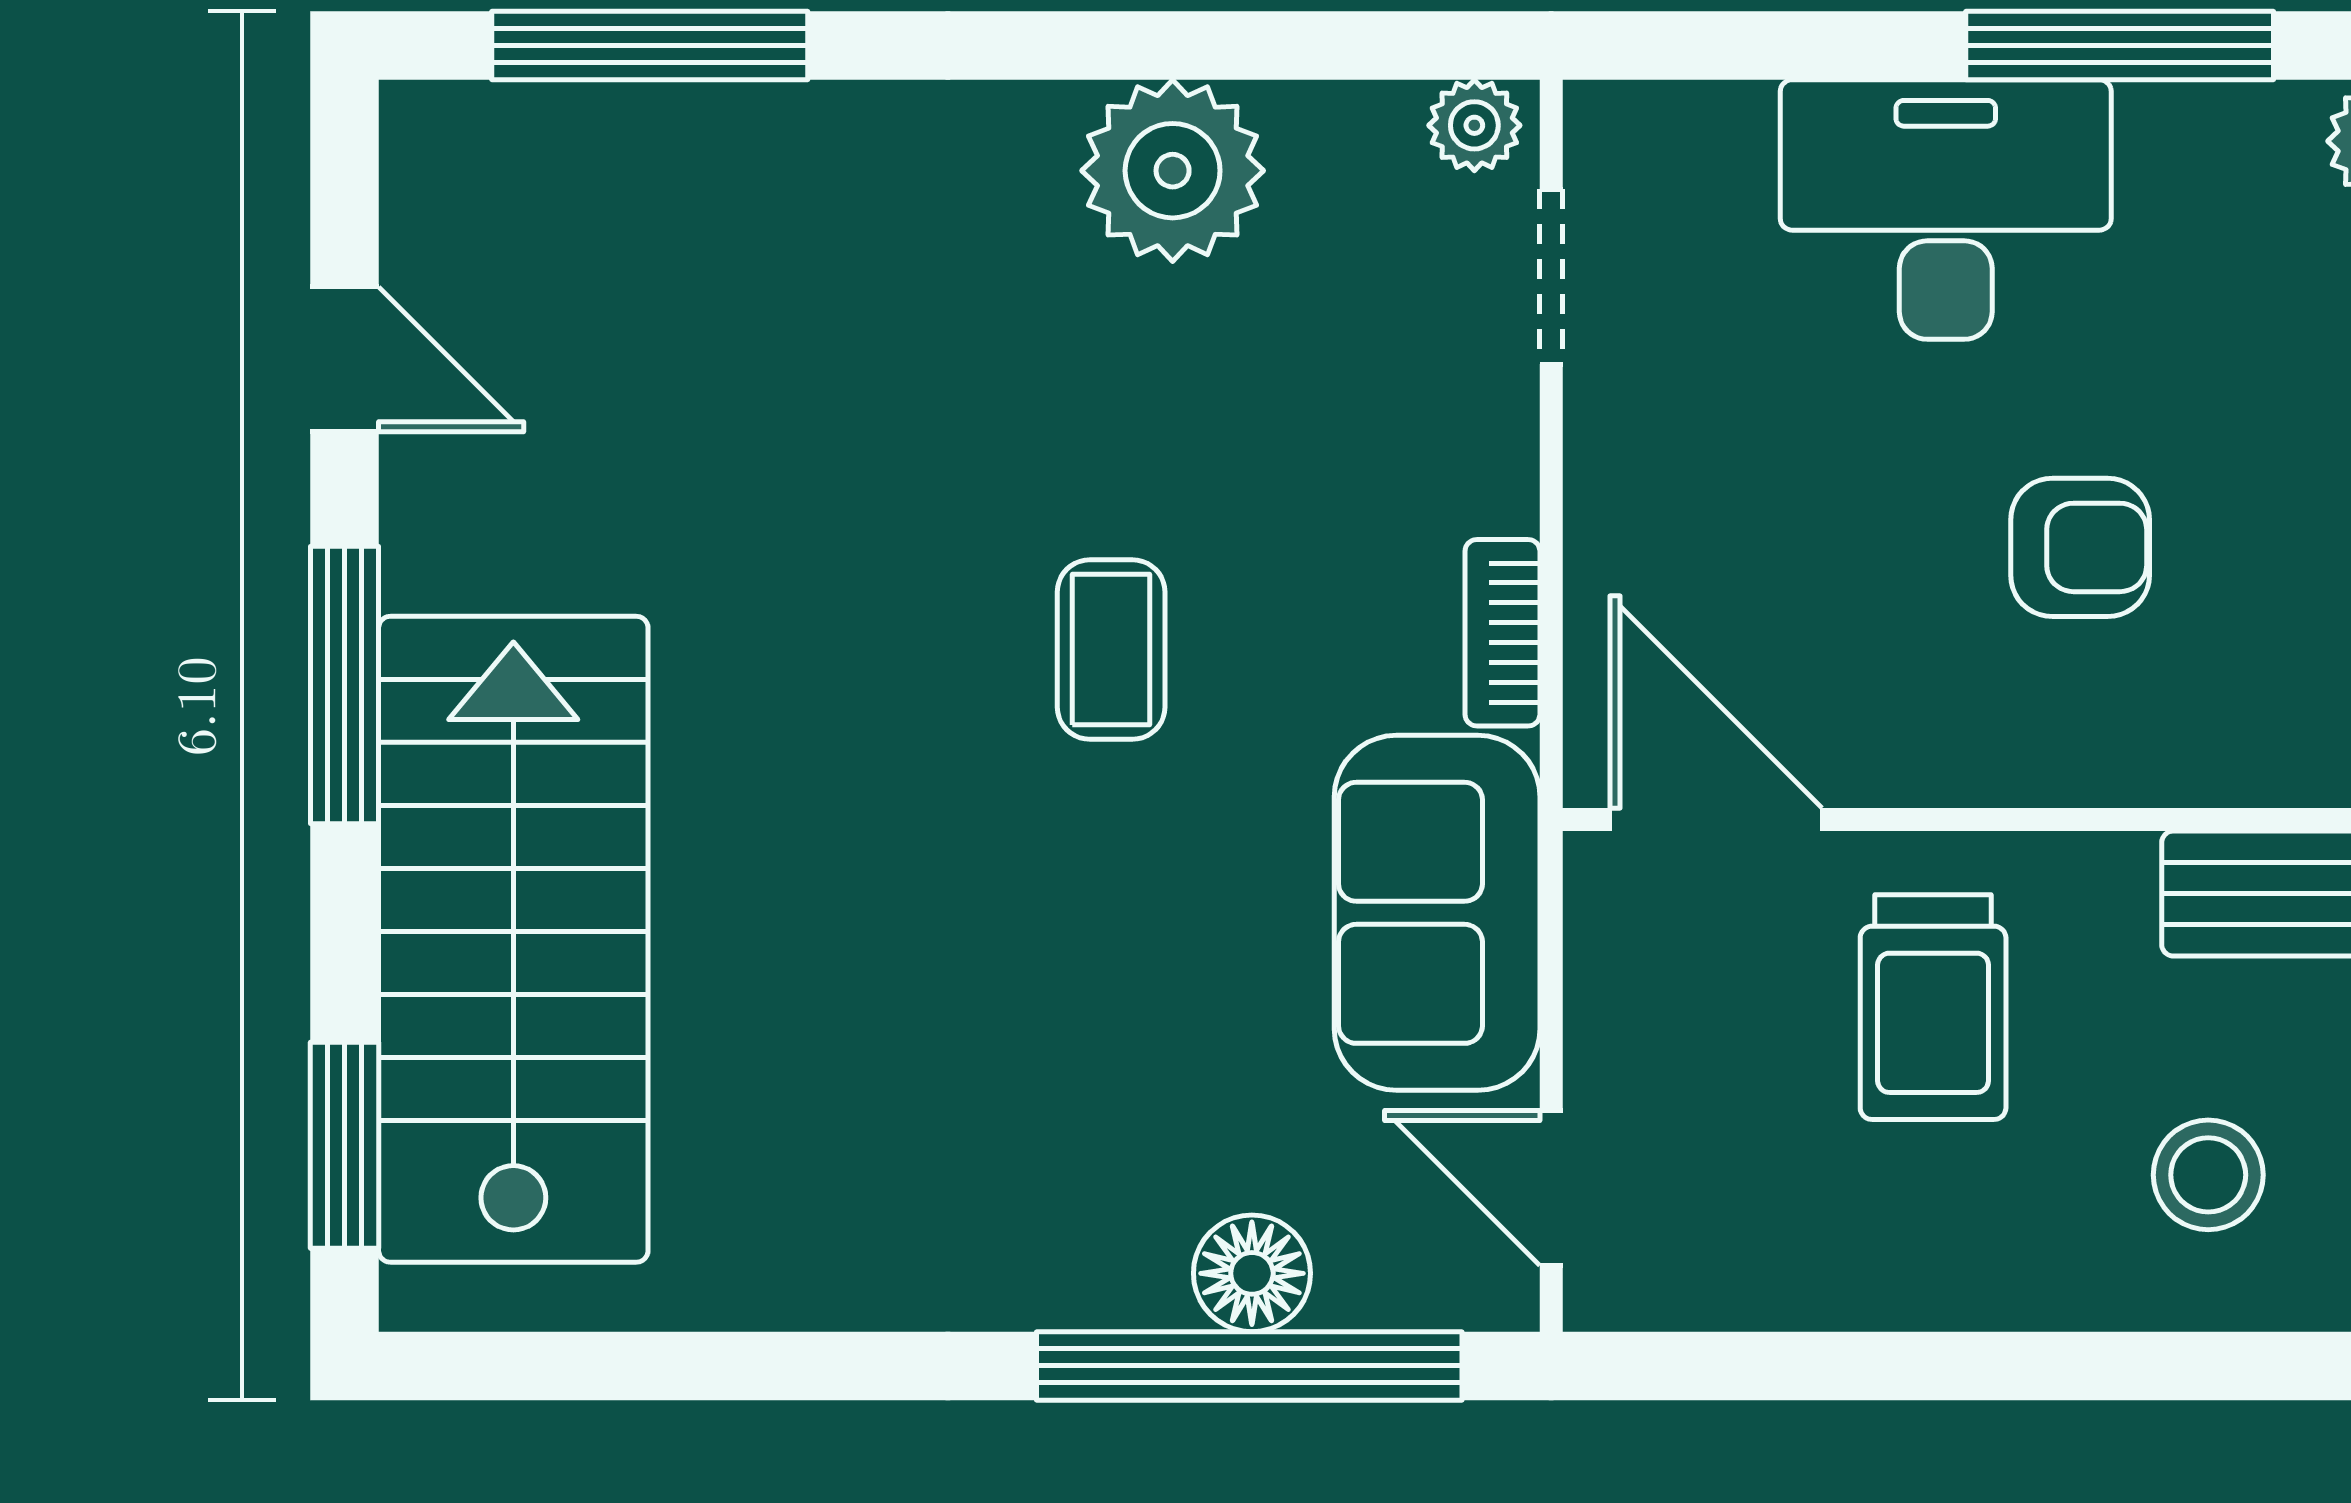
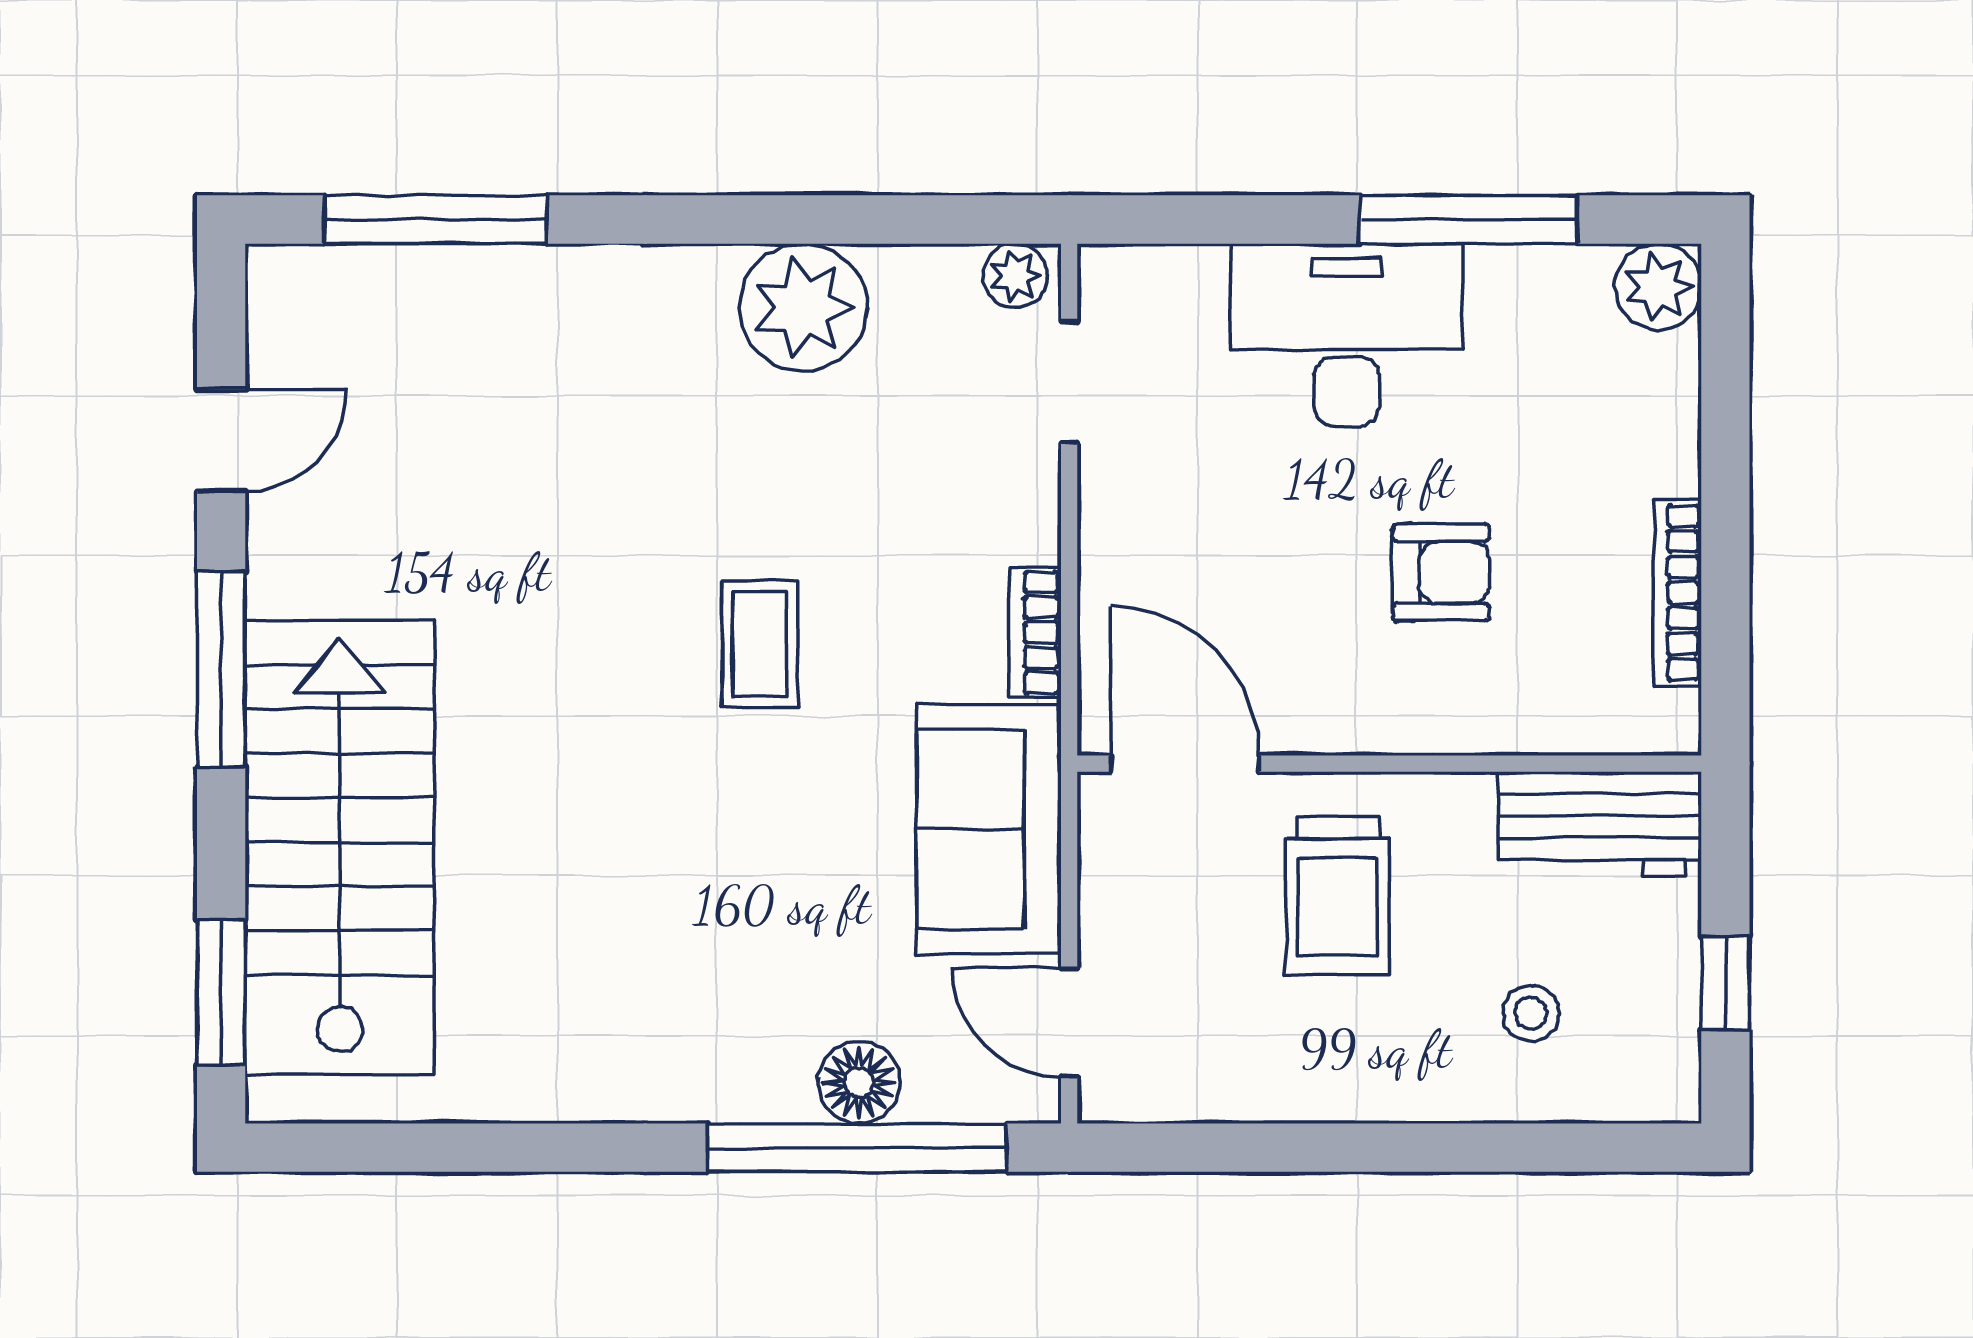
door: (345, 359) -> (221, 440), hinge flipped
stool: (2208, 1175) -> (1531, 1013), width x0.73, depth x0.73

